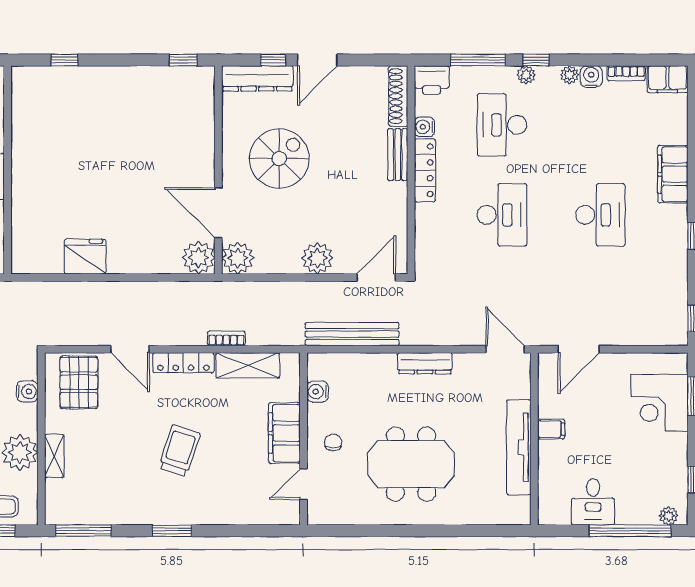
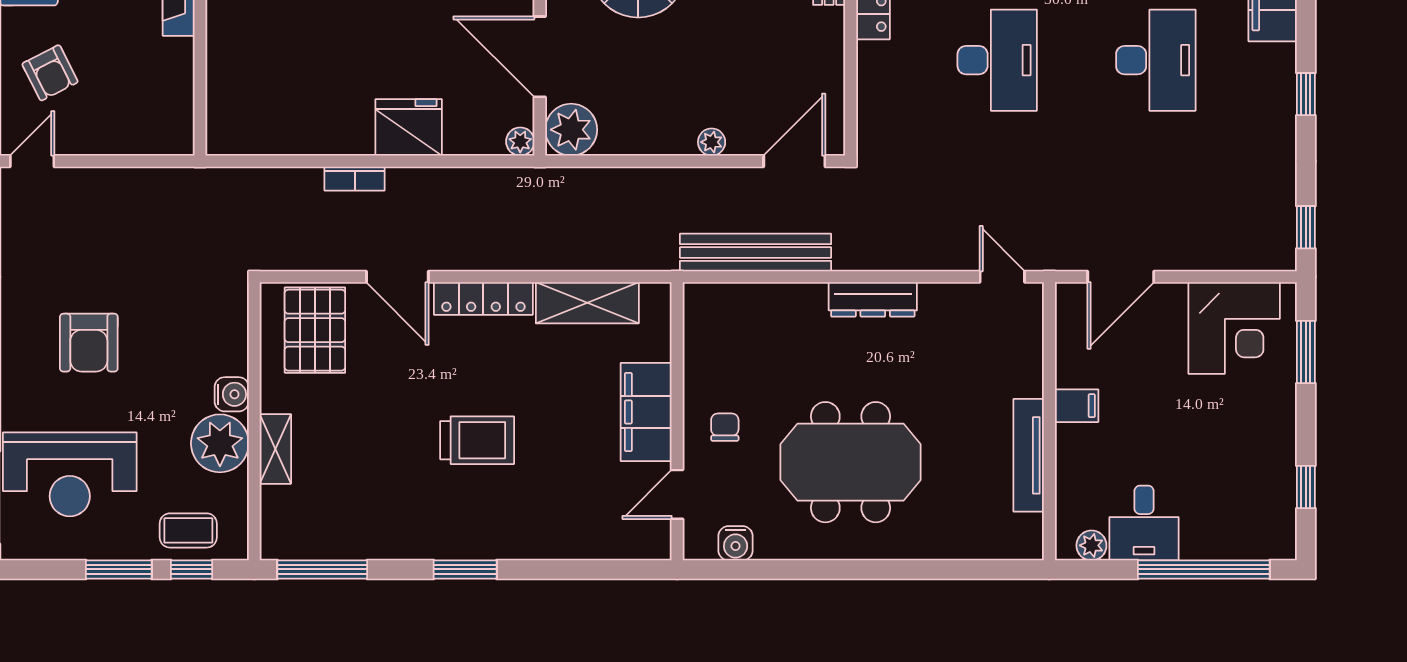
fridge: (85, 257) -> (409, 127), moved
plant: (198, 258) -> (520, 142), width x0.53, depth x0.53
plant: (317, 258) -> (712, 142), width x0.53, depth x0.53
bookcase: (226, 338) -> (355, 179), moved, turned 180
door: (505, 349) -> (1002, 277), width x0.73
water cooler: (27, 391) -> (232, 394), moved
water cooler: (317, 392) -> (736, 543), moved, turned -90
corner desk: (659, 403) -> (1234, 328), moved, turned -90
tv unit: (519, 447) -> (1029, 455), width x0.73, depth x0.78
trolley: (179, 451) -> (477, 440), turned 72
plant: (669, 516) -> (1091, 545), moved

